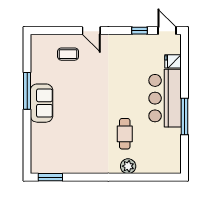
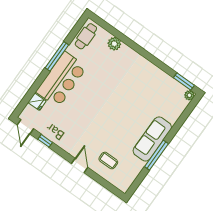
sofa: (42, 103) -> (152, 139), width x1.36
cafe table: (125, 134) -> (86, 36), moved
plant: (128, 166) -> (114, 44), moved
plant: (36, 168) -> (189, 95), added

